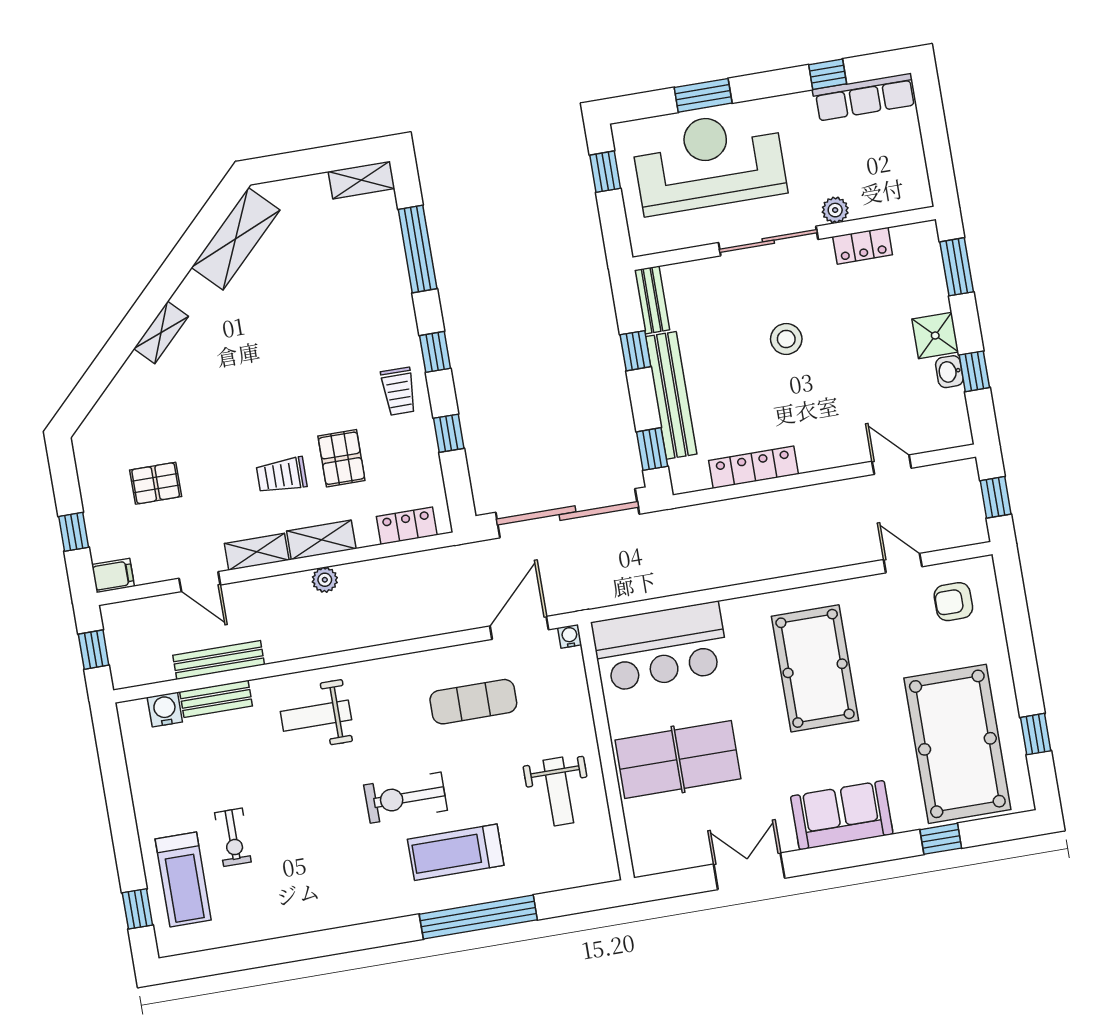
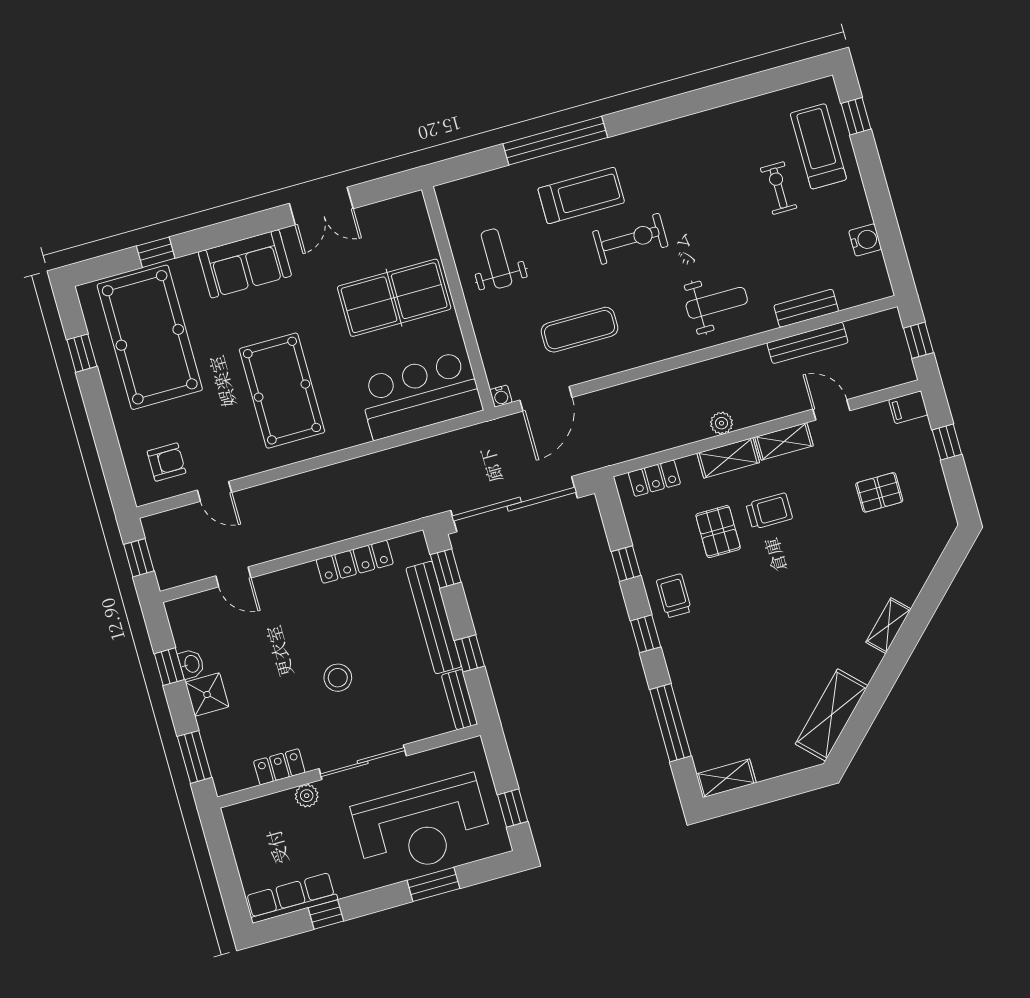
water cooler: (165, 710) -> (865, 240), moved, turned -90

